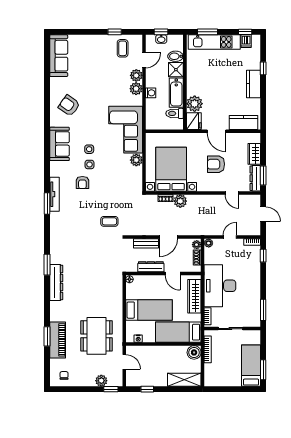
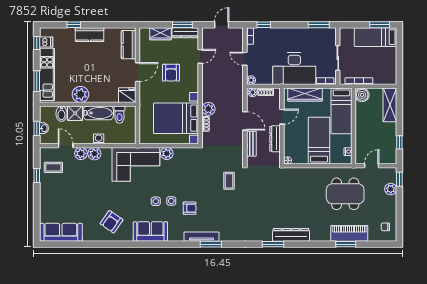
plant: (195, 104) -> (80, 94), moved

